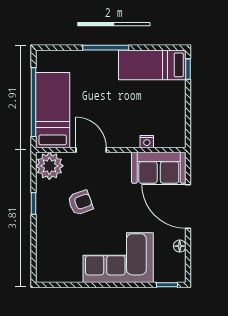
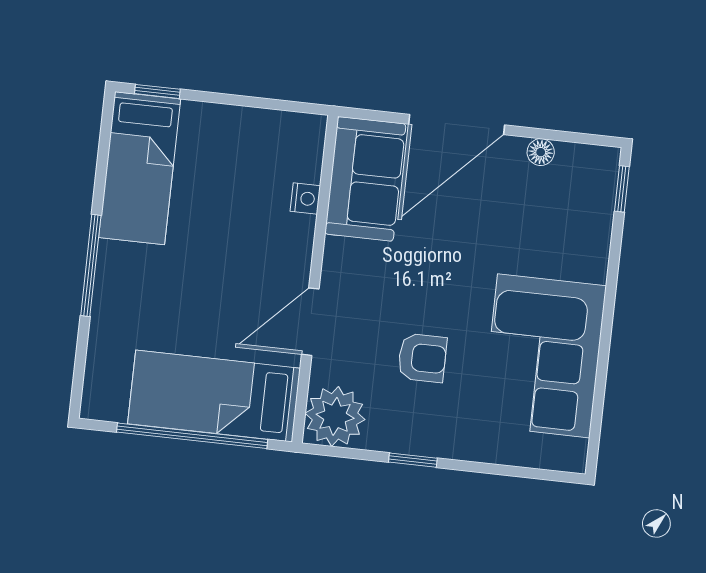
armchair: (80, 203) -> (422, 358), turned 110
corner sofa: (118, 258) -> (544, 356), moved

